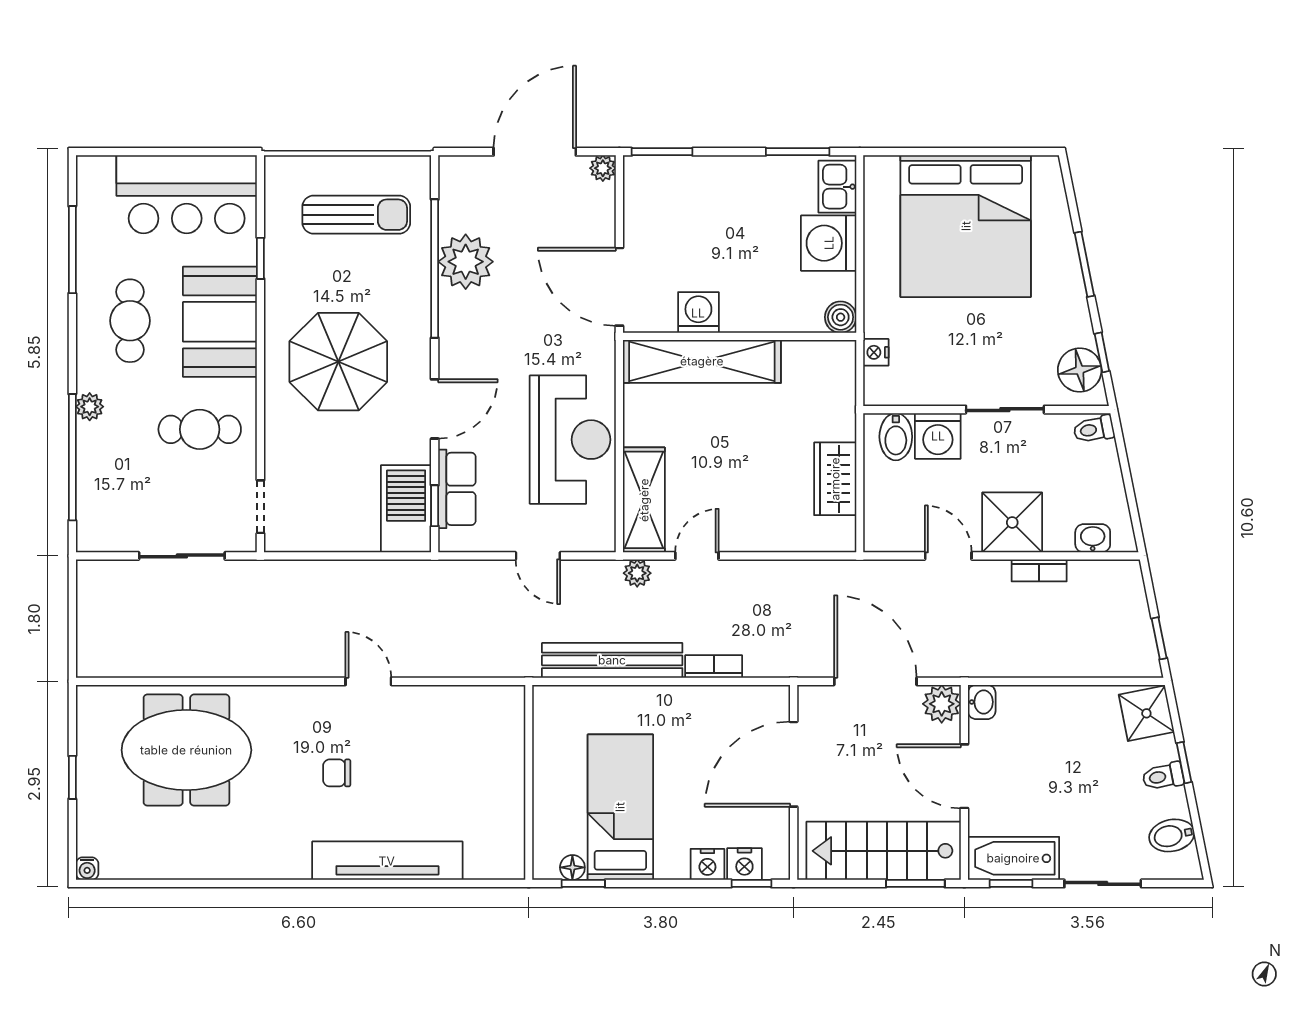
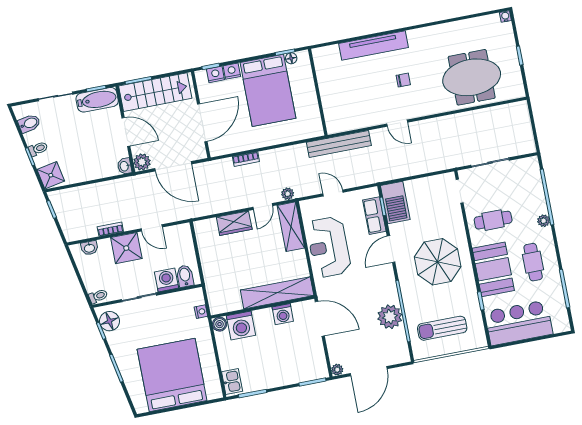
washing machine: (829, 243) -> (241, 325), moved, turned 90
wardrobe: (835, 479) -> (234, 223), moved, turned 90
bench: (612, 660) -> (339, 144), moved
bed: (620, 807) -> (268, 90), width x1.50

